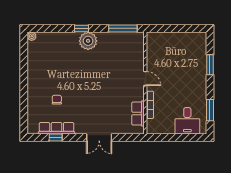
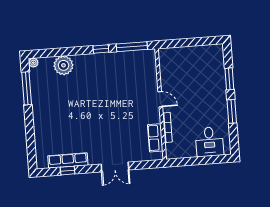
window: (81, 28) -> (101, 49), moved
plant: (88, 41) -> (63, 65), moved
window: (24, 59) -> (27, 88), added
chair: (57, 100) -> (66, 129), removed
window: (210, 110) -> (232, 111), moved

